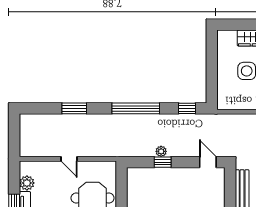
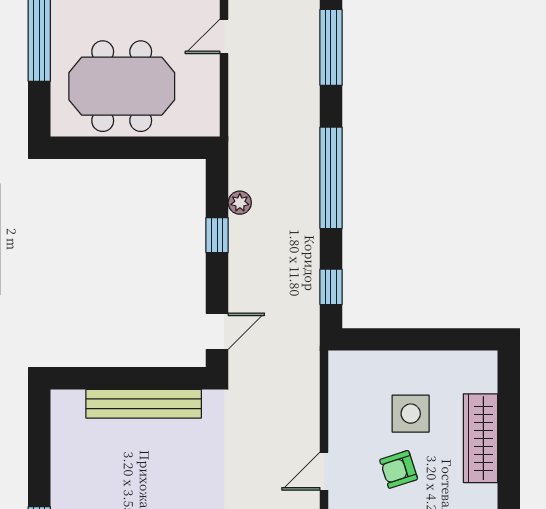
window: (74, 108) -> (331, 47), width x1.44
plant: (161, 151) -> (240, 203), moved

